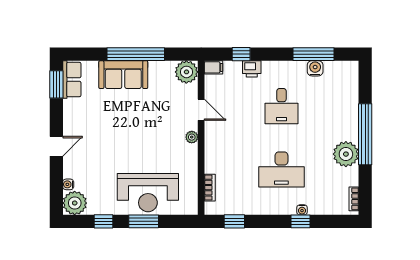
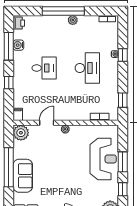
window: (241, 54) -> (9, 83), moved
printer: (252, 69) -> (19, 23), moved
plant: (346, 154) -> (73, 20), width x0.53, depth x0.53

